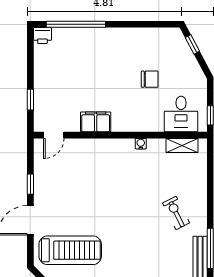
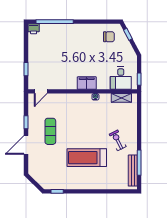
chair: (150, 79) -> (109, 37), moved
filing cabinet: (96, 122) -> (87, 83), moved
exercise mat: (69, 199) -> (50, 131), added
treadmill: (70, 250) -> (87, 158), moved, turned 180

